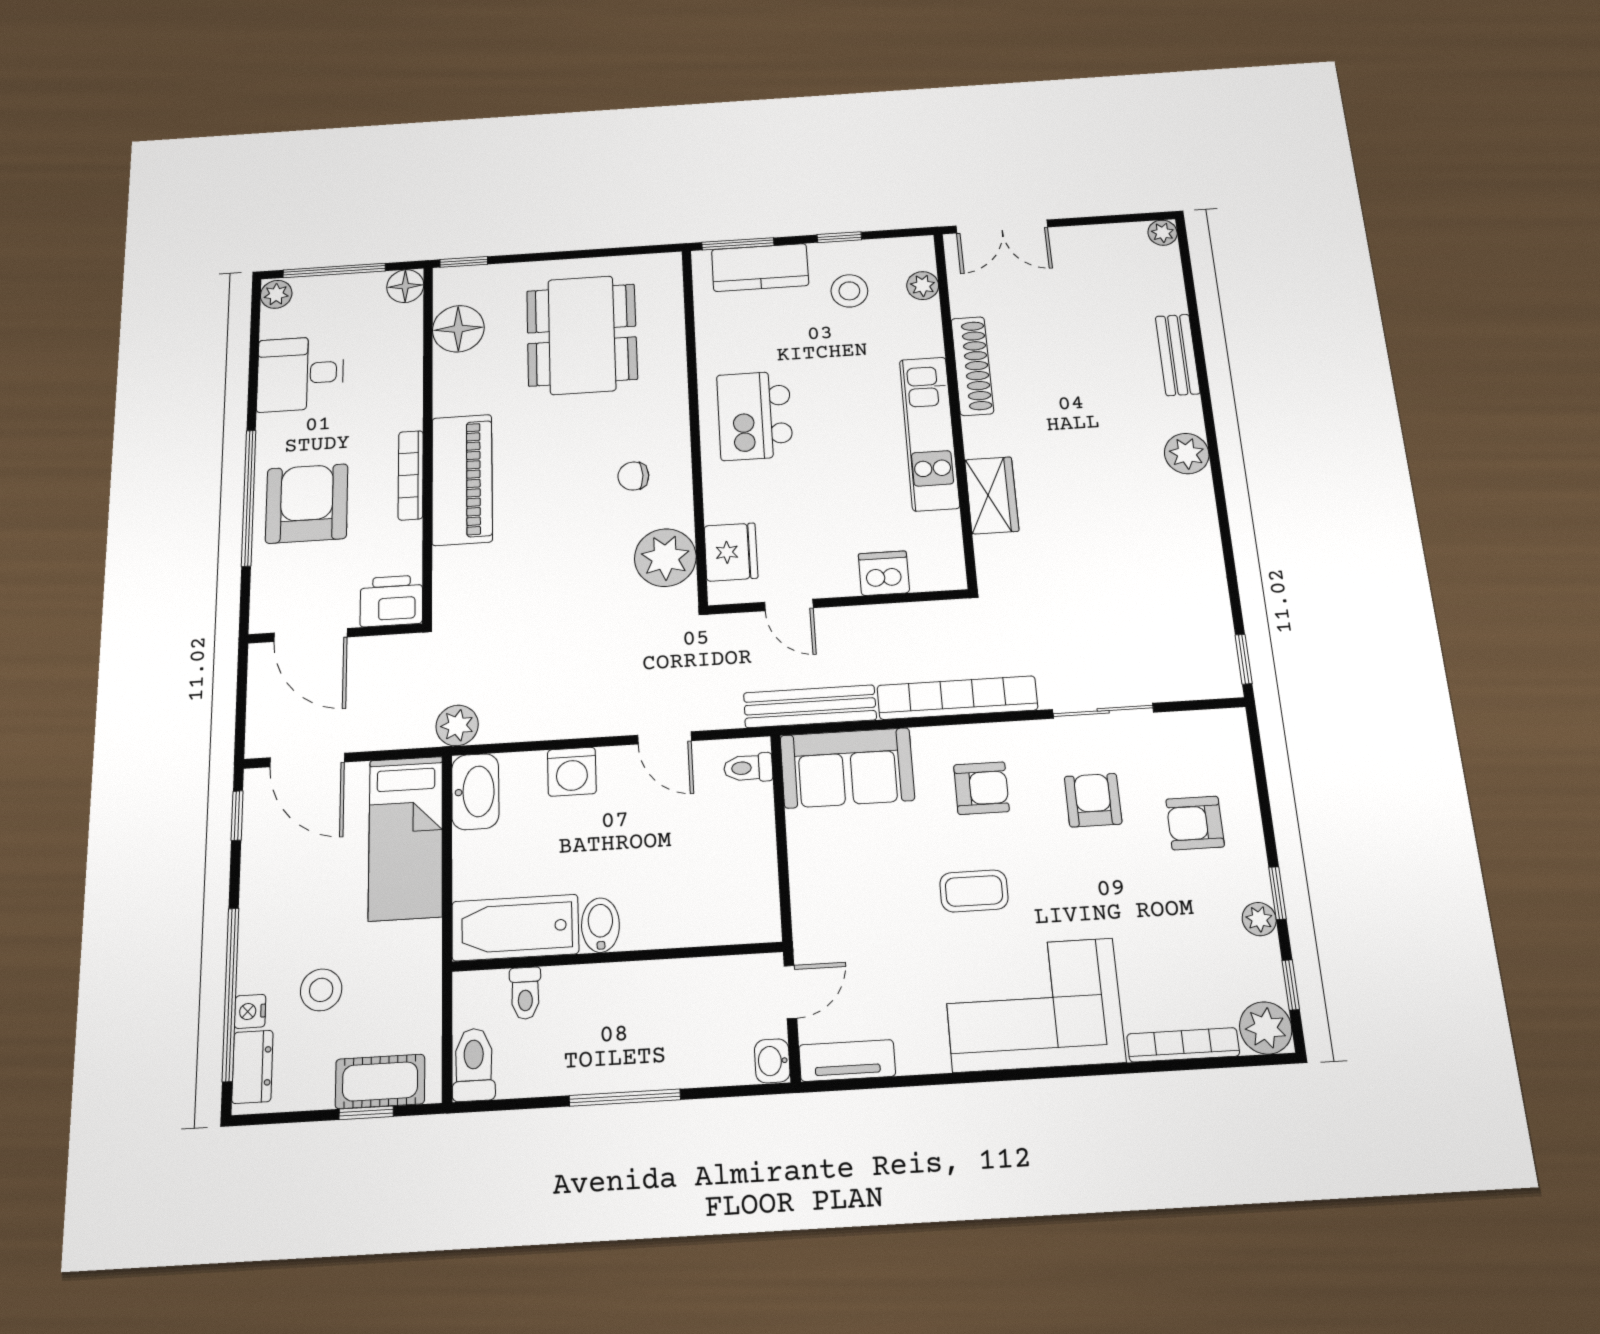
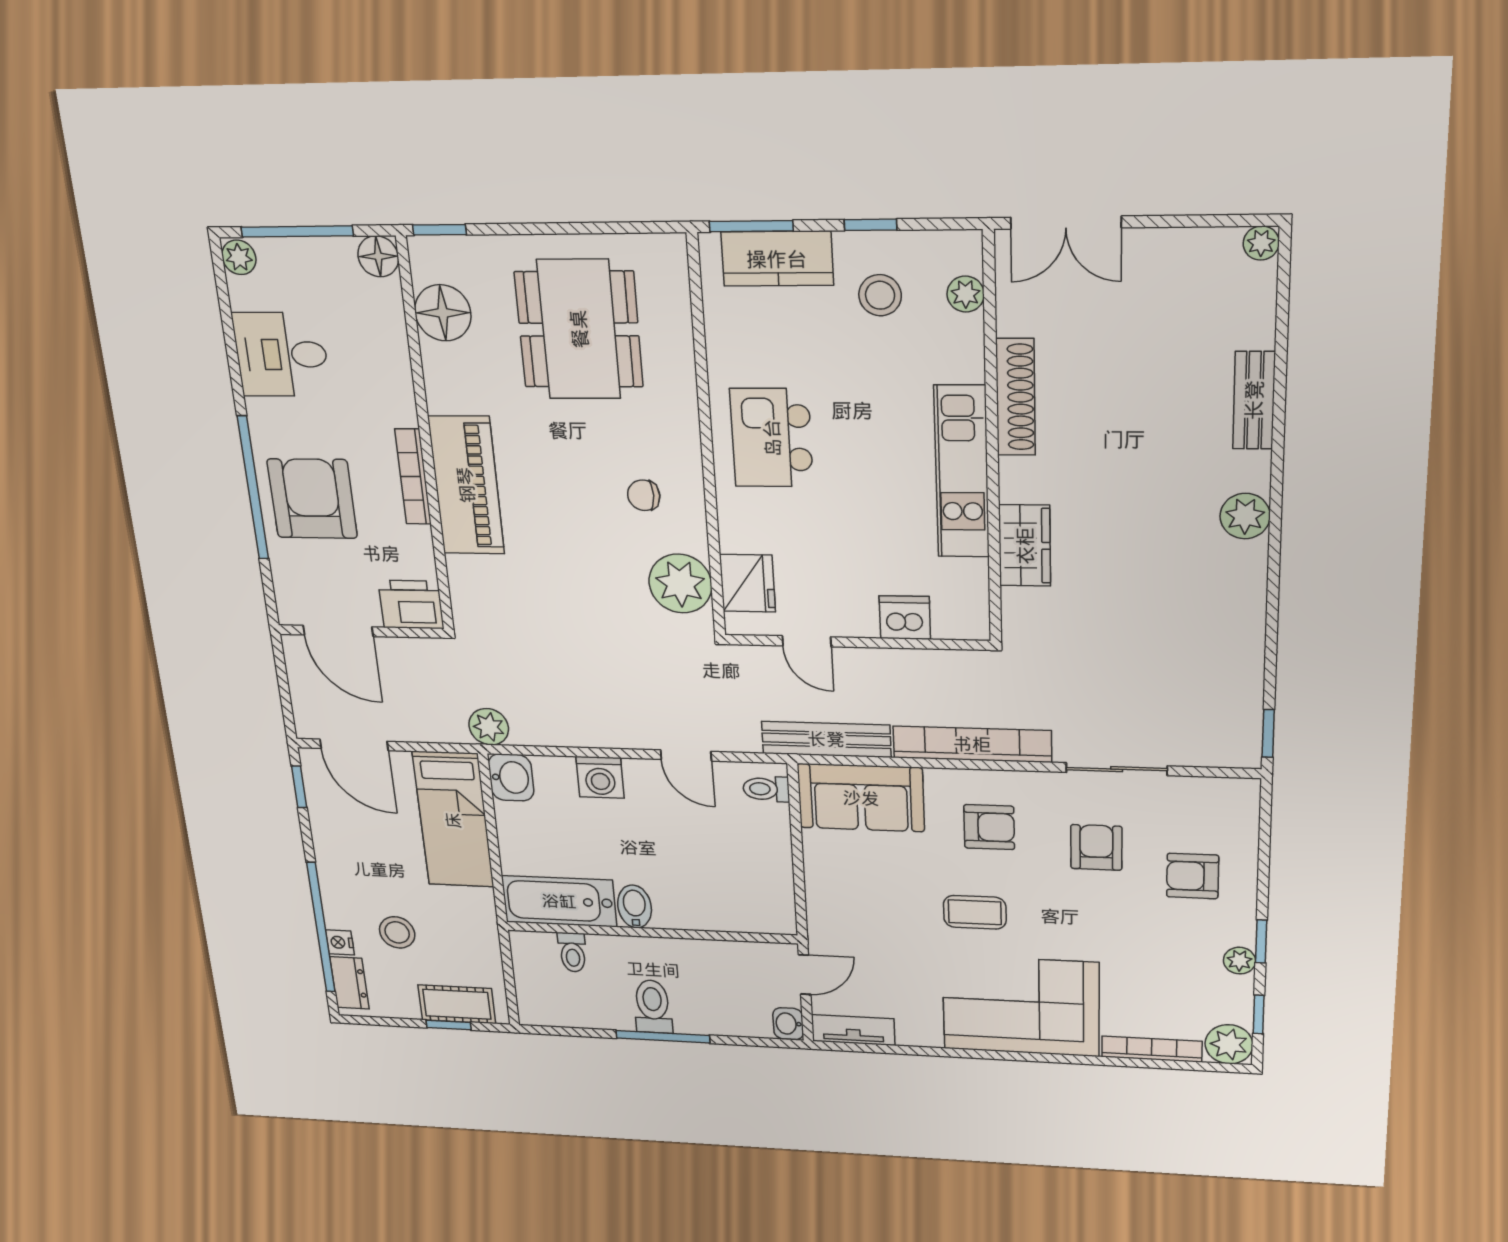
washbasin: (475, 792) -> (511, 777), width x0.72
toilet: (474, 1065) -> (653, 1006), moved

